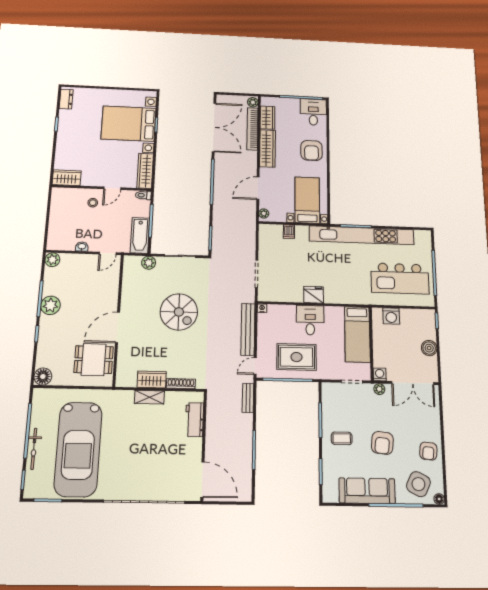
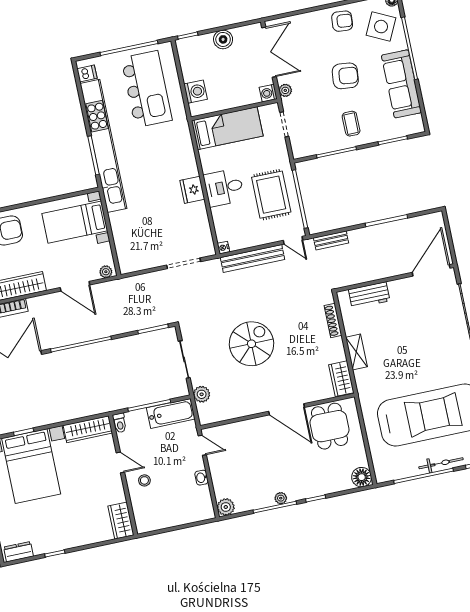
dishwasher: (289, 232) -> (87, 73), moved
plant: (50, 305) -> (281, 498), width x0.53, depth x0.53
wardrobe: (152, 380) -> (341, 379), moved

